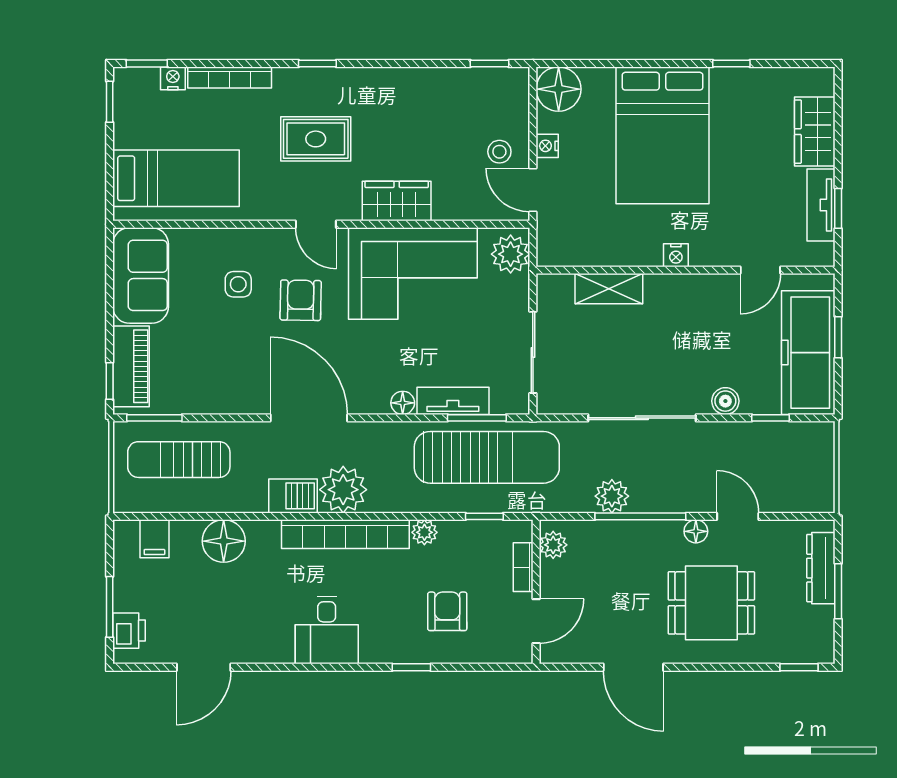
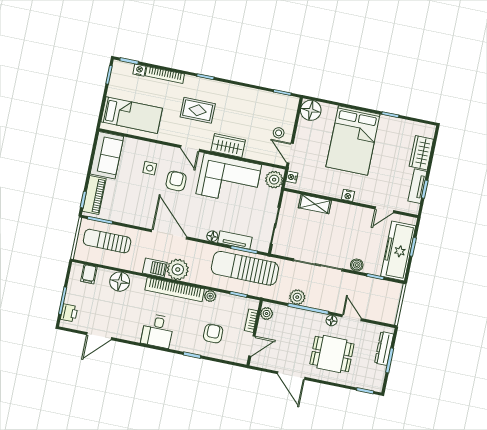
nightstand: (547, 146) -> (292, 177), moved
sun lounger: (487, 457) -> (245, 268), turned 180

